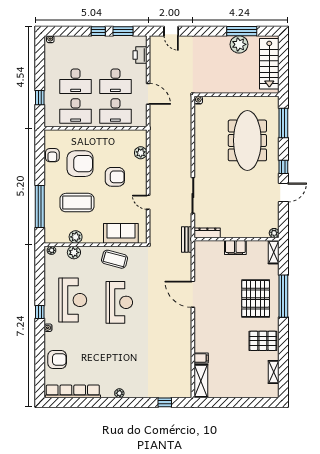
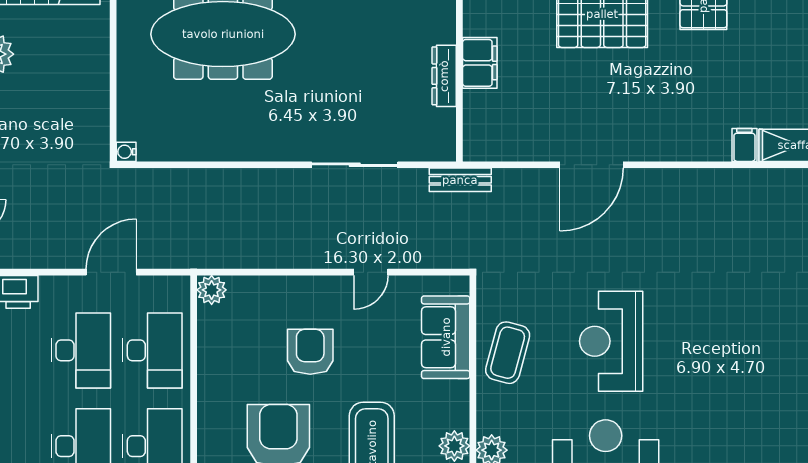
plant: (141, 153) -> (212, 290), moved
dresser: (207, 233) -> (444, 76), moved
reception desk: (119, 302) -> (611, 341), turned -90

